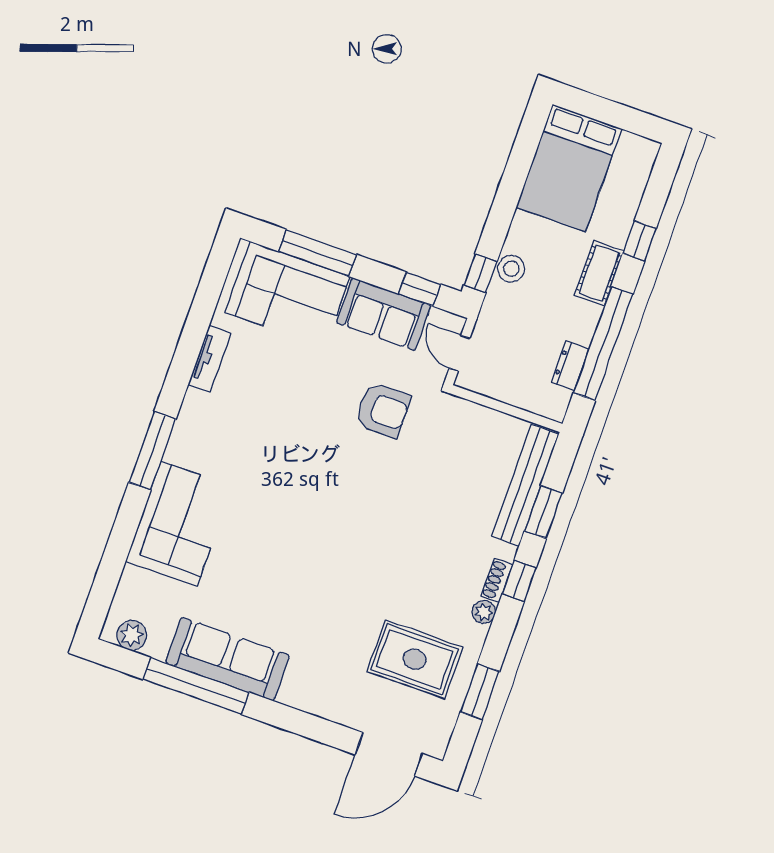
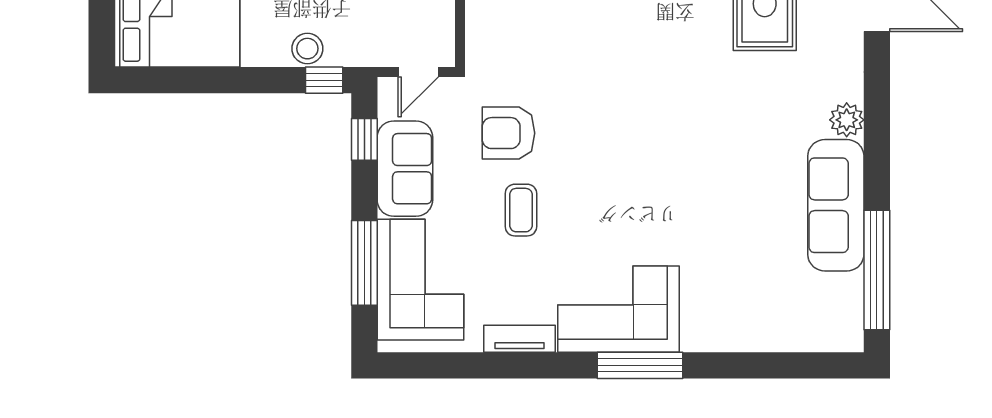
coffee table: (316, 398) -> (521, 210), added
armchair: (383, 410) -> (508, 133), turned -90
corner sofa: (179, 524) -> (619, 309), moved
plant: (132, 635) -> (847, 120), moved
window: (196, 686) -> (877, 270), moved

